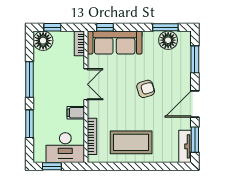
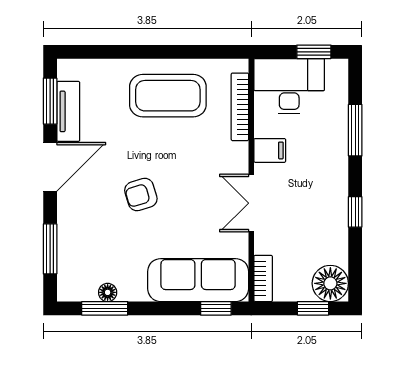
floor lamp: (168, 40) -> (108, 292), width x0.53, depth x0.53
window: (30, 79) -> (355, 212), width x0.46
tv unit: (185, 146) -> (68, 111), moved

